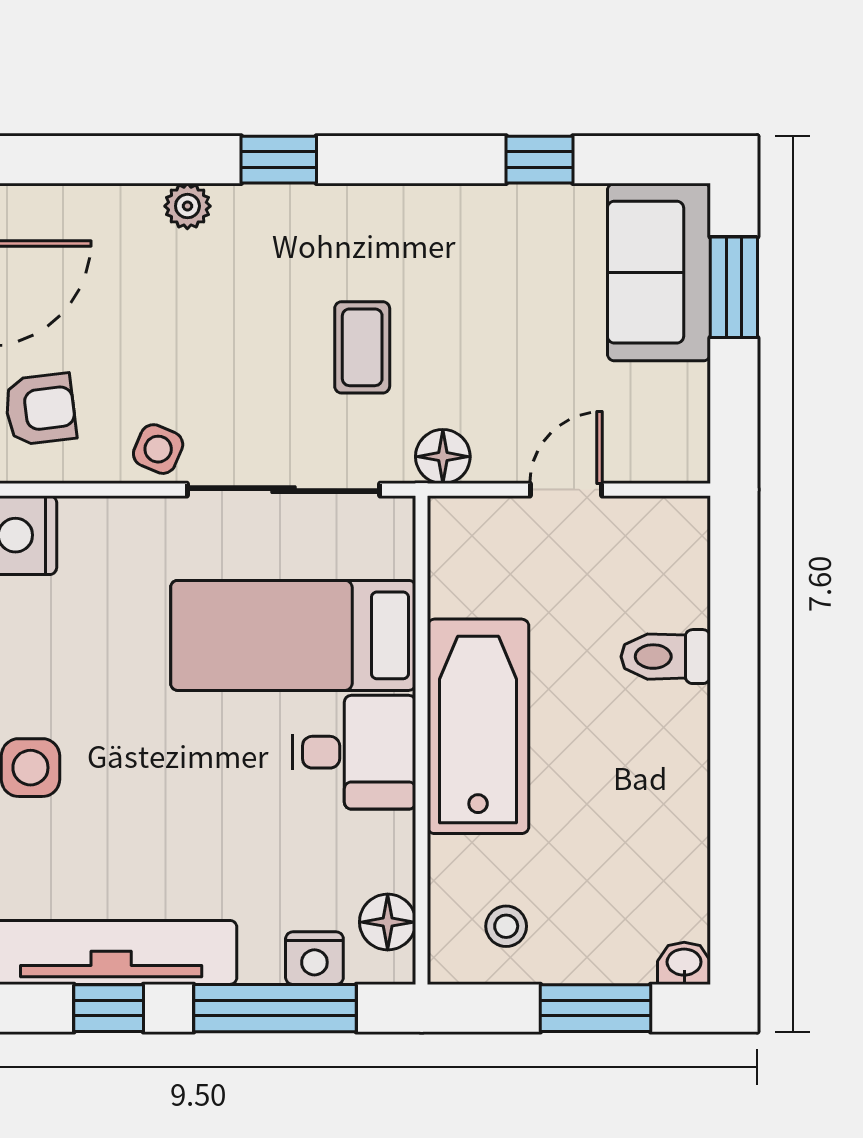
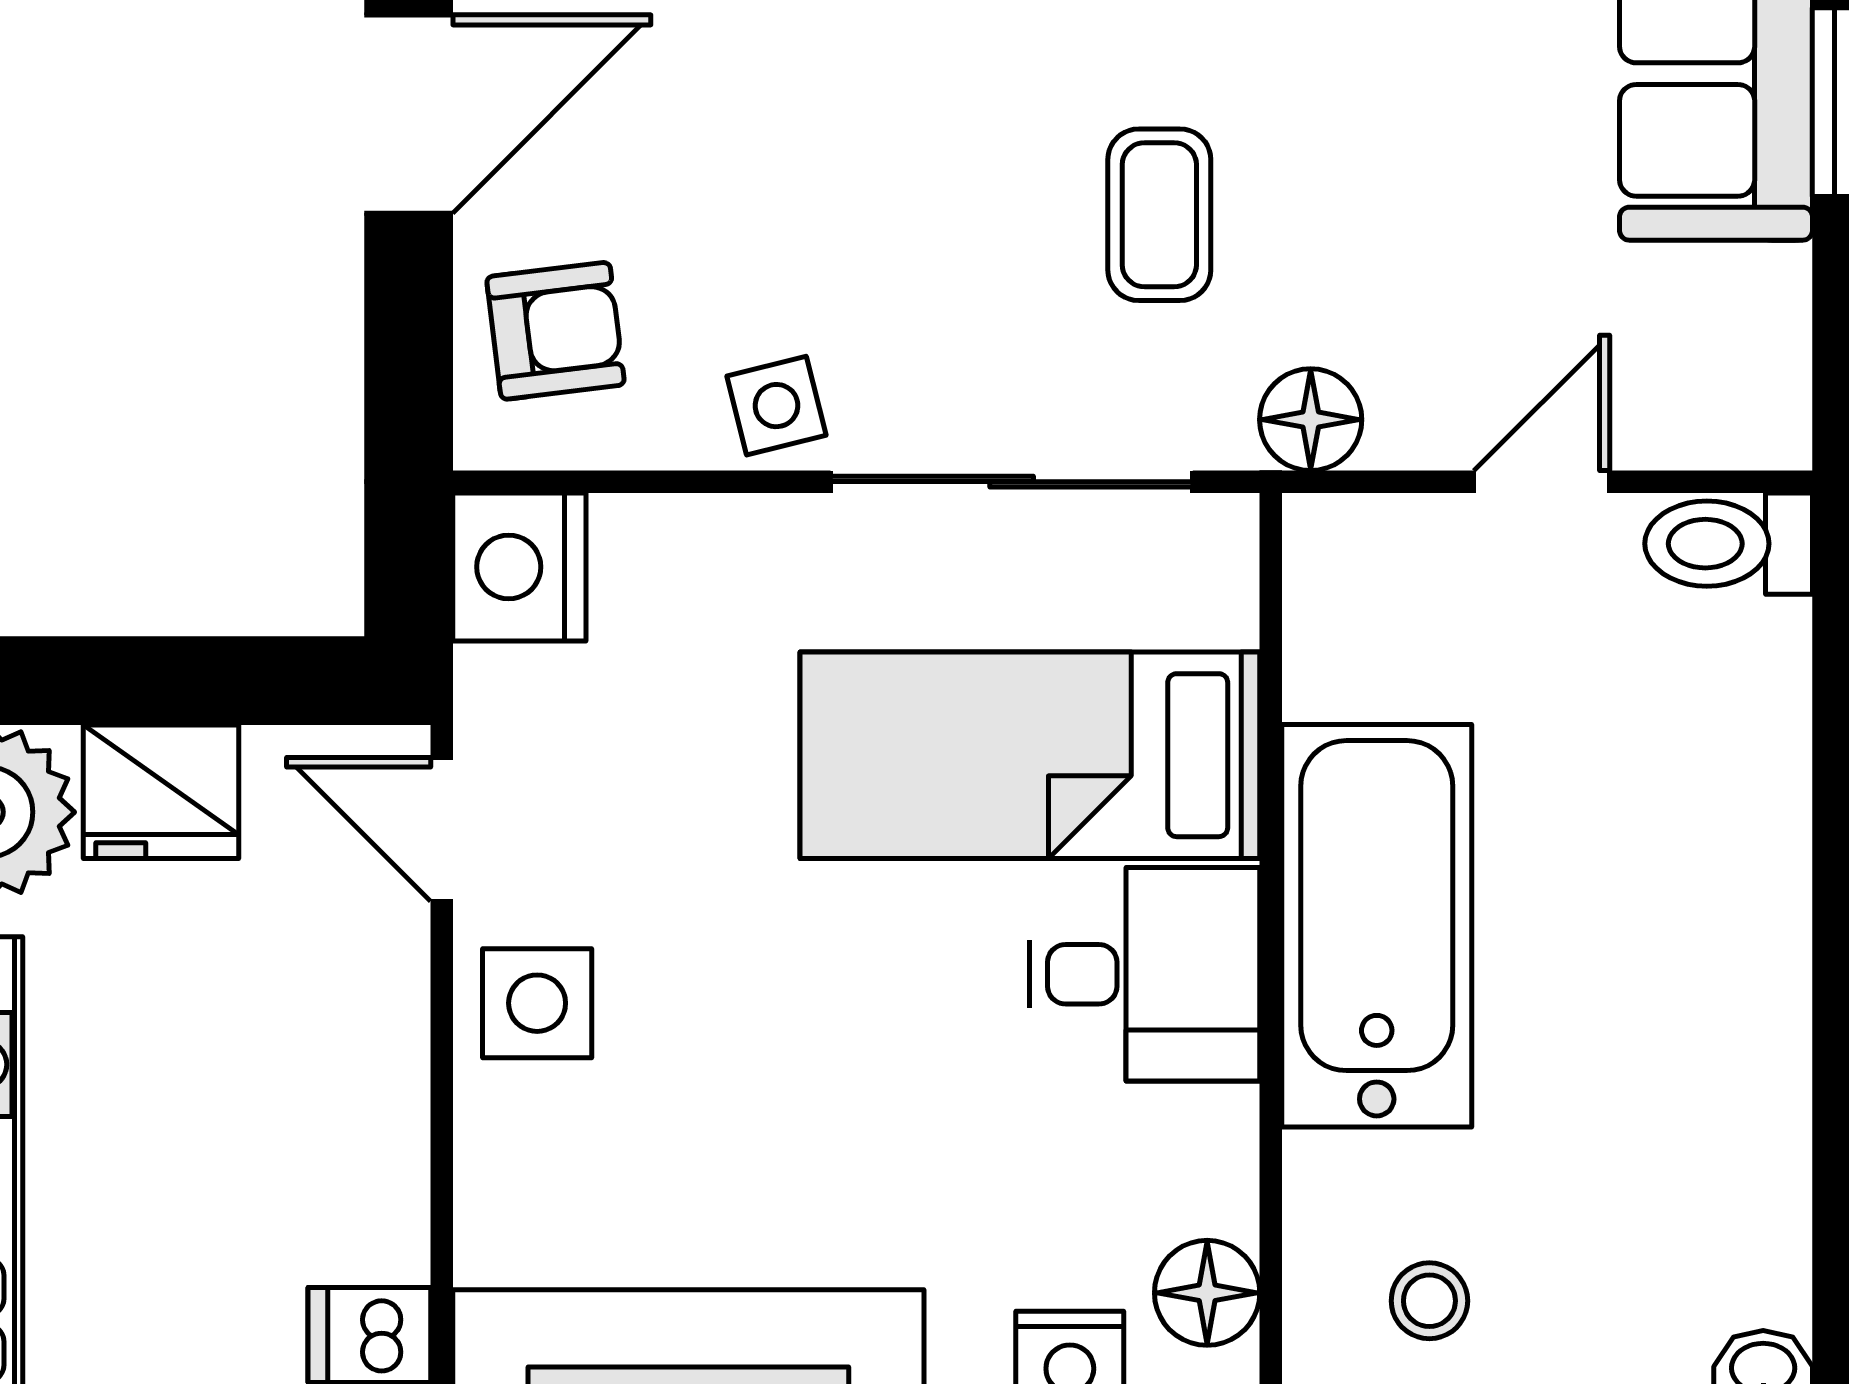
side table: (158, 449) -> (776, 406), turned -37
toilet: (666, 657) -> (1729, 544), moved

